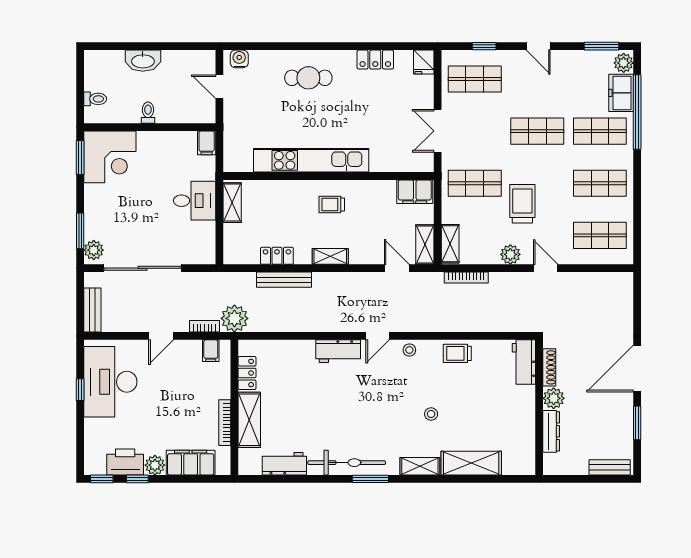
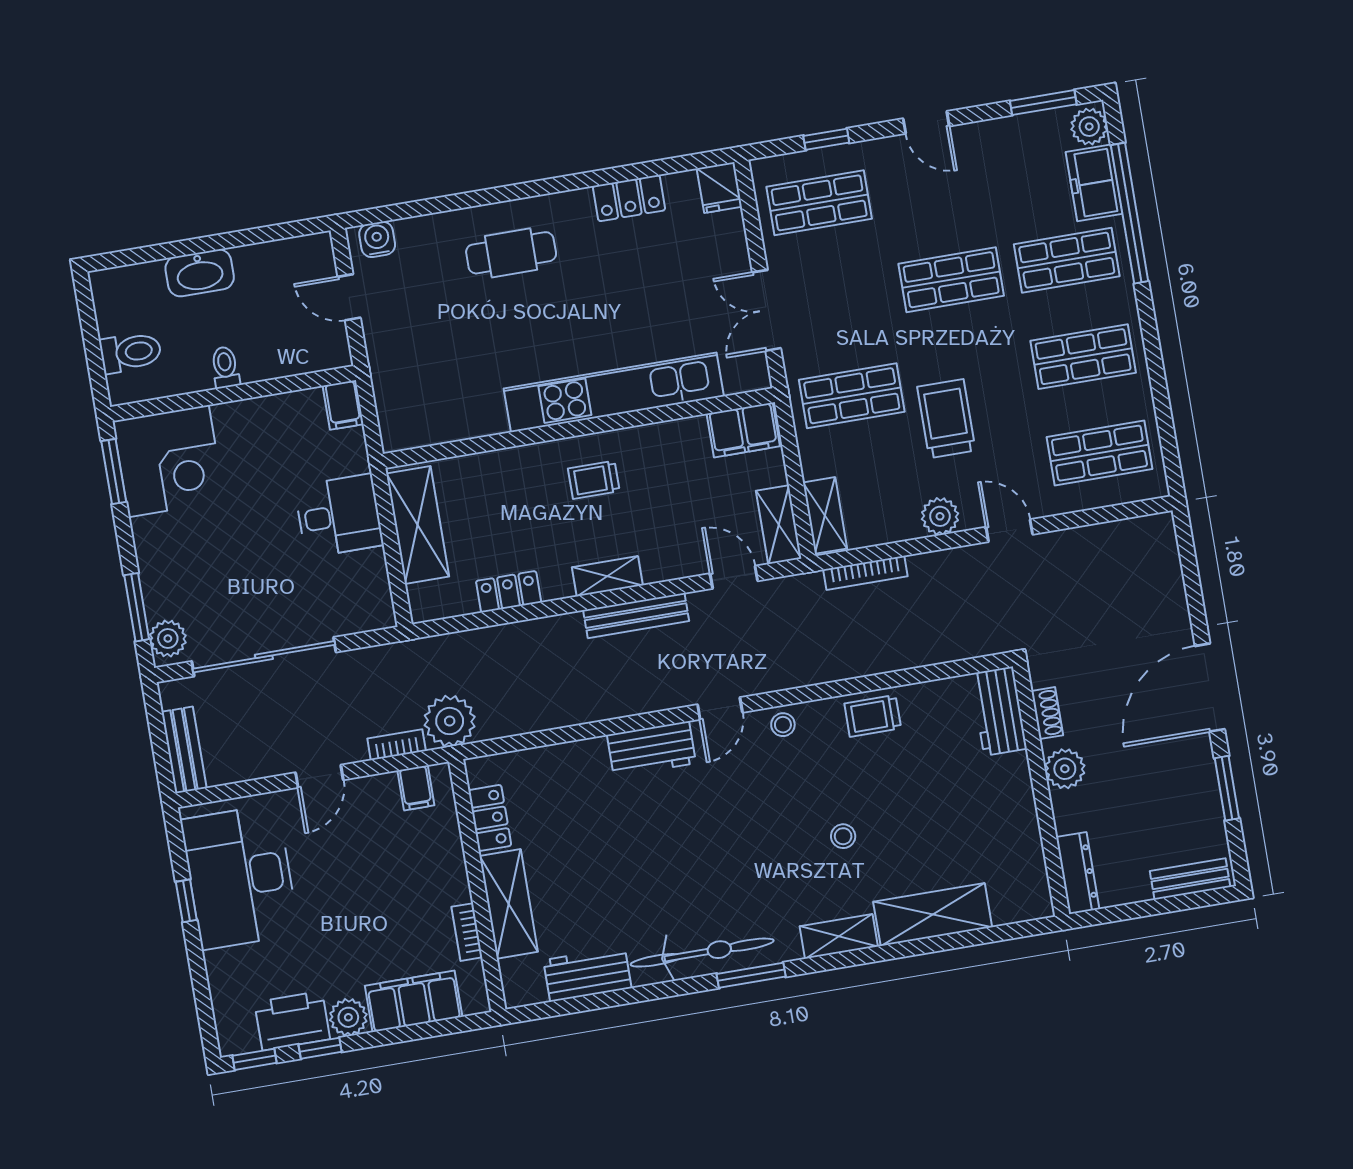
toilet: (95, 99) -> (131, 352), width x1.37, depth x1.39
kitchen unit: (311, 160) -> (614, 392), moved
shelving: (232, 203) -> (418, 525), width x1.50, depth x1.33
bench: (284, 280) -> (636, 616), moved
shoe rack: (549, 367) -> (1047, 713), width x0.70
bookcase: (225, 423) -> (467, 932), width x0.64
dresser: (551, 431) -> (1078, 873), moved

